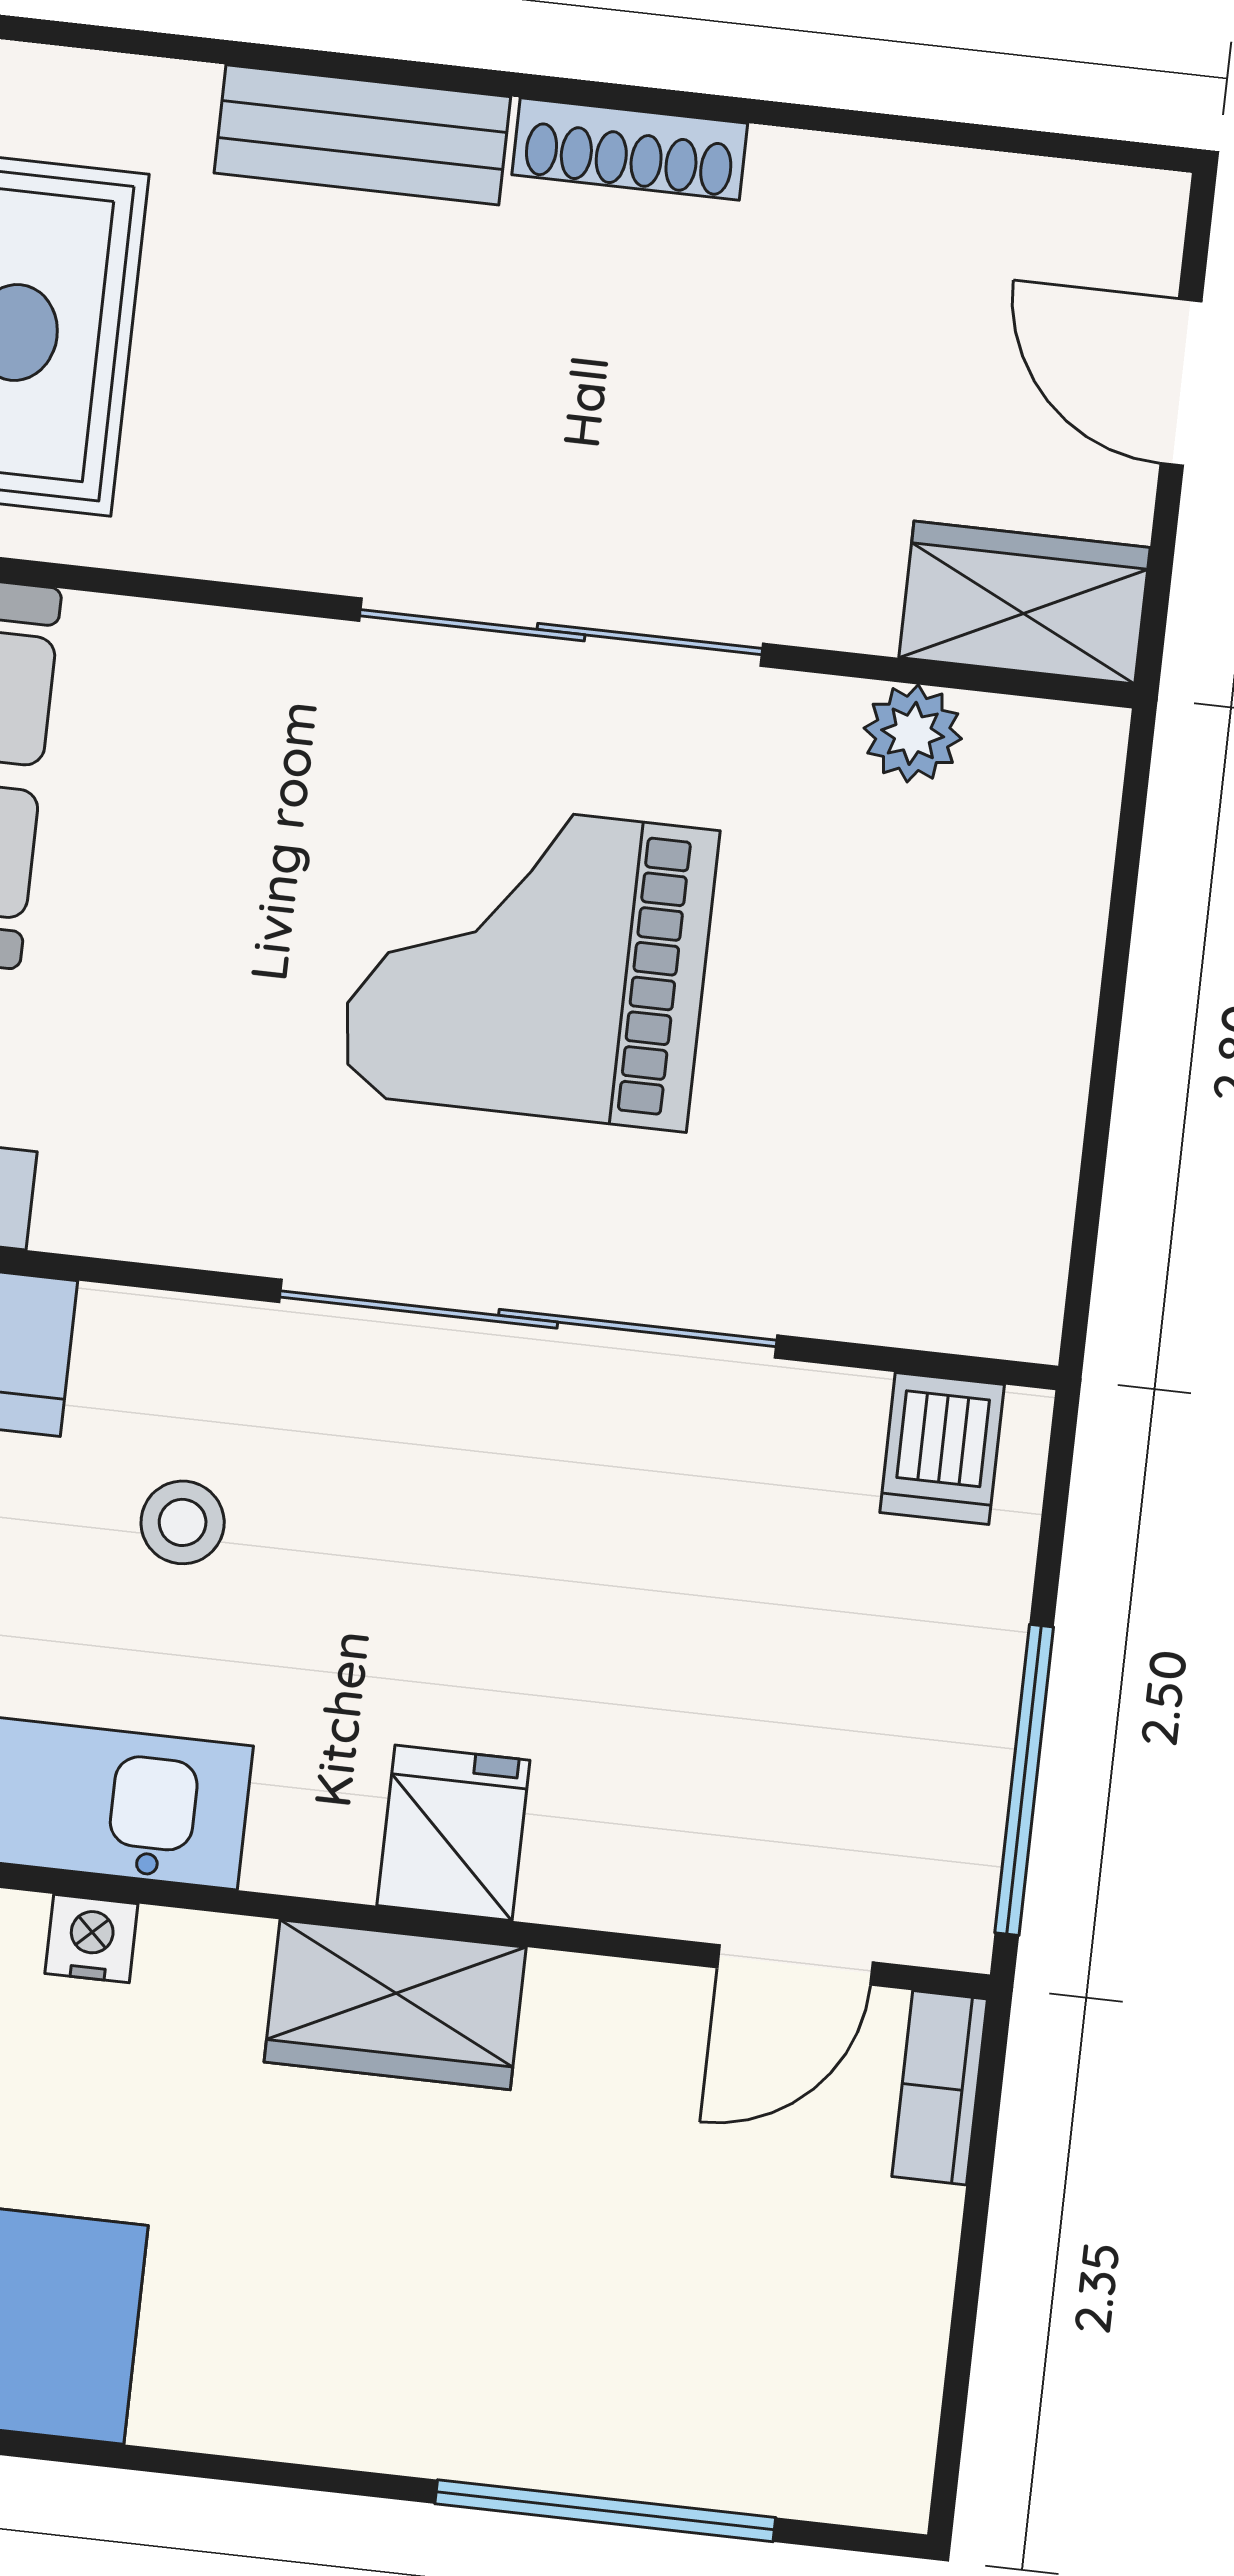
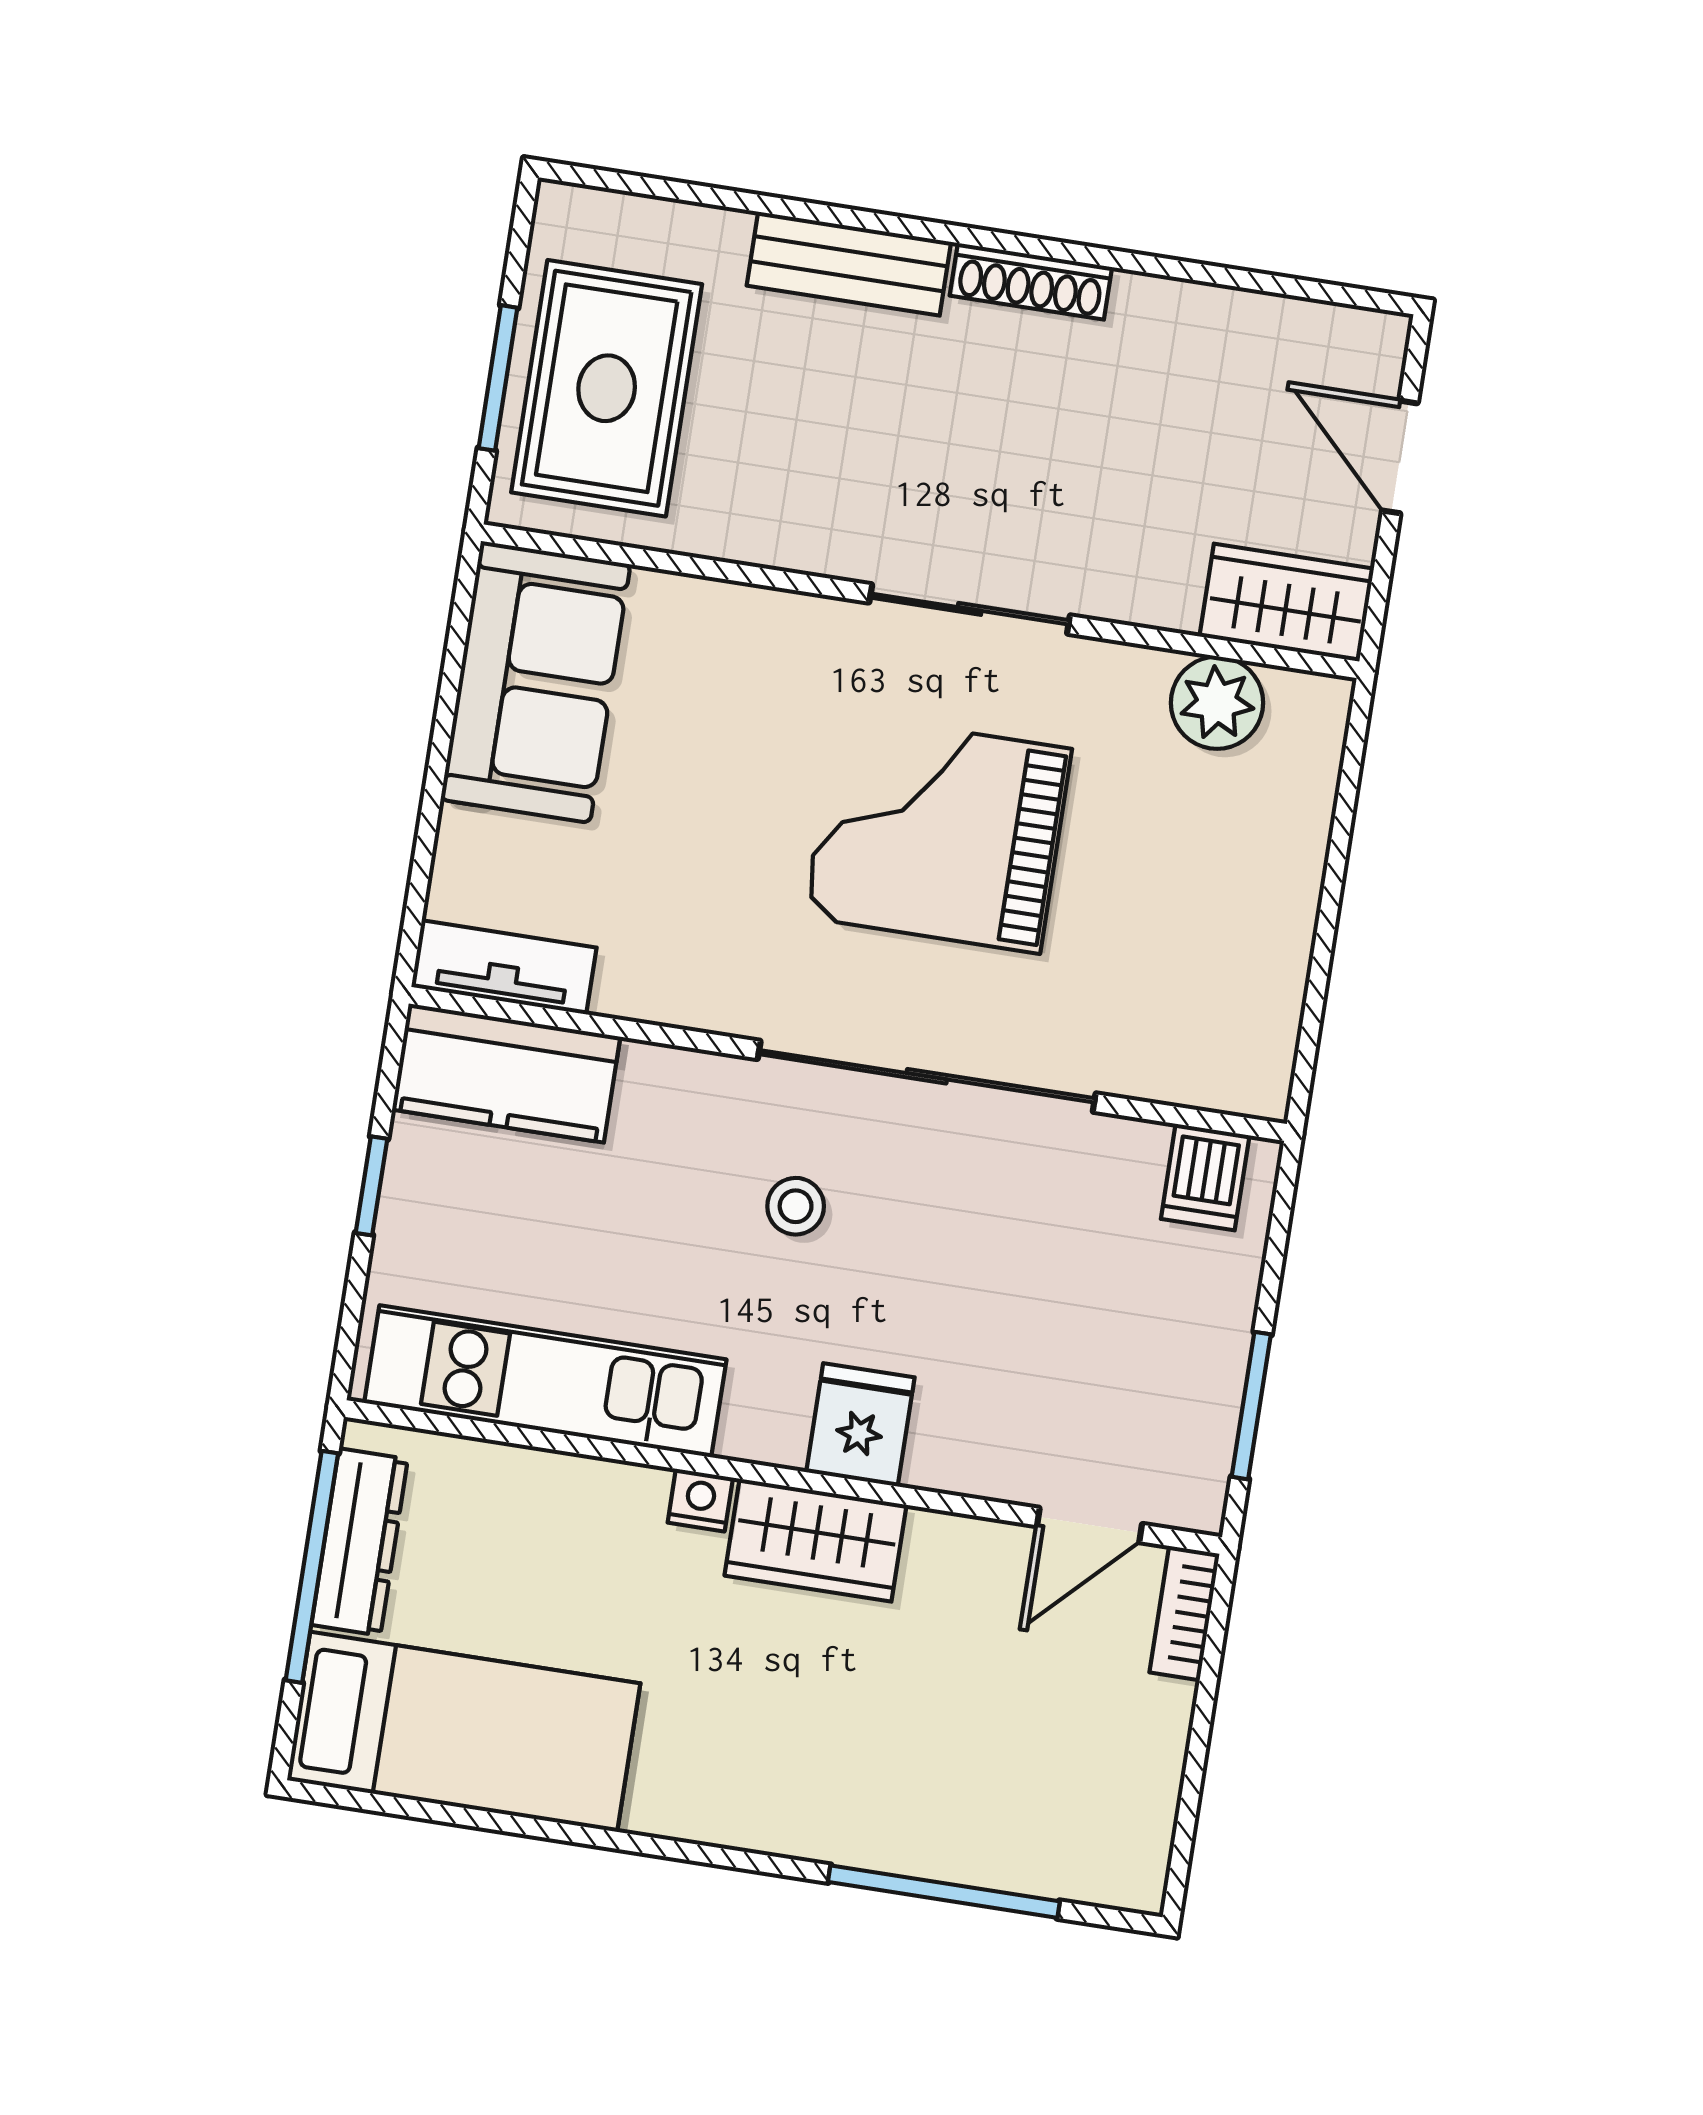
sliding door: (561, 632) -> (970, 609), width x0.73
plant: (913, 733) -> (1217, 703), width x1.38, depth x1.38
stool: (183, 1522) -> (796, 1206), moved
window: (1024, 1780) -> (1251, 1406), width x0.69
nightstand: (91, 1939) -> (700, 1500), moved

